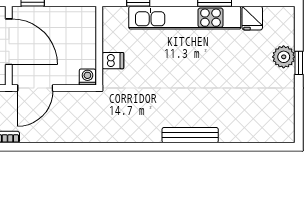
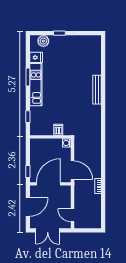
kitchen unit: (185, 18) -> (36, 85), width x0.73
plant: (284, 57) -> (43, 41), moved

